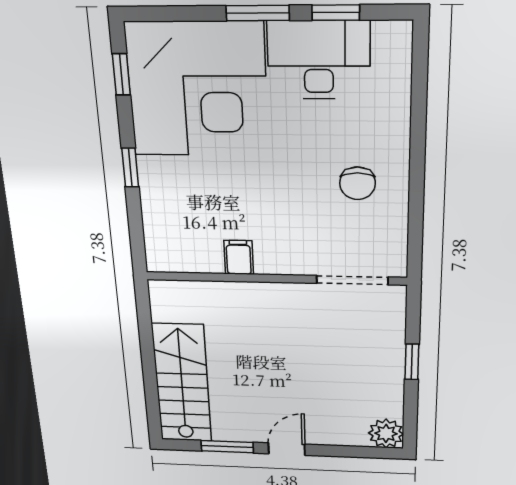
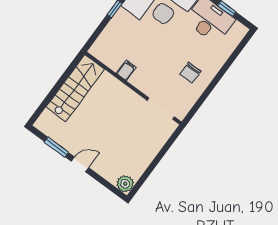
window: (412, 362) -> (158, 158), removed
stairs: (182, 383) -> (75, 88), moved

